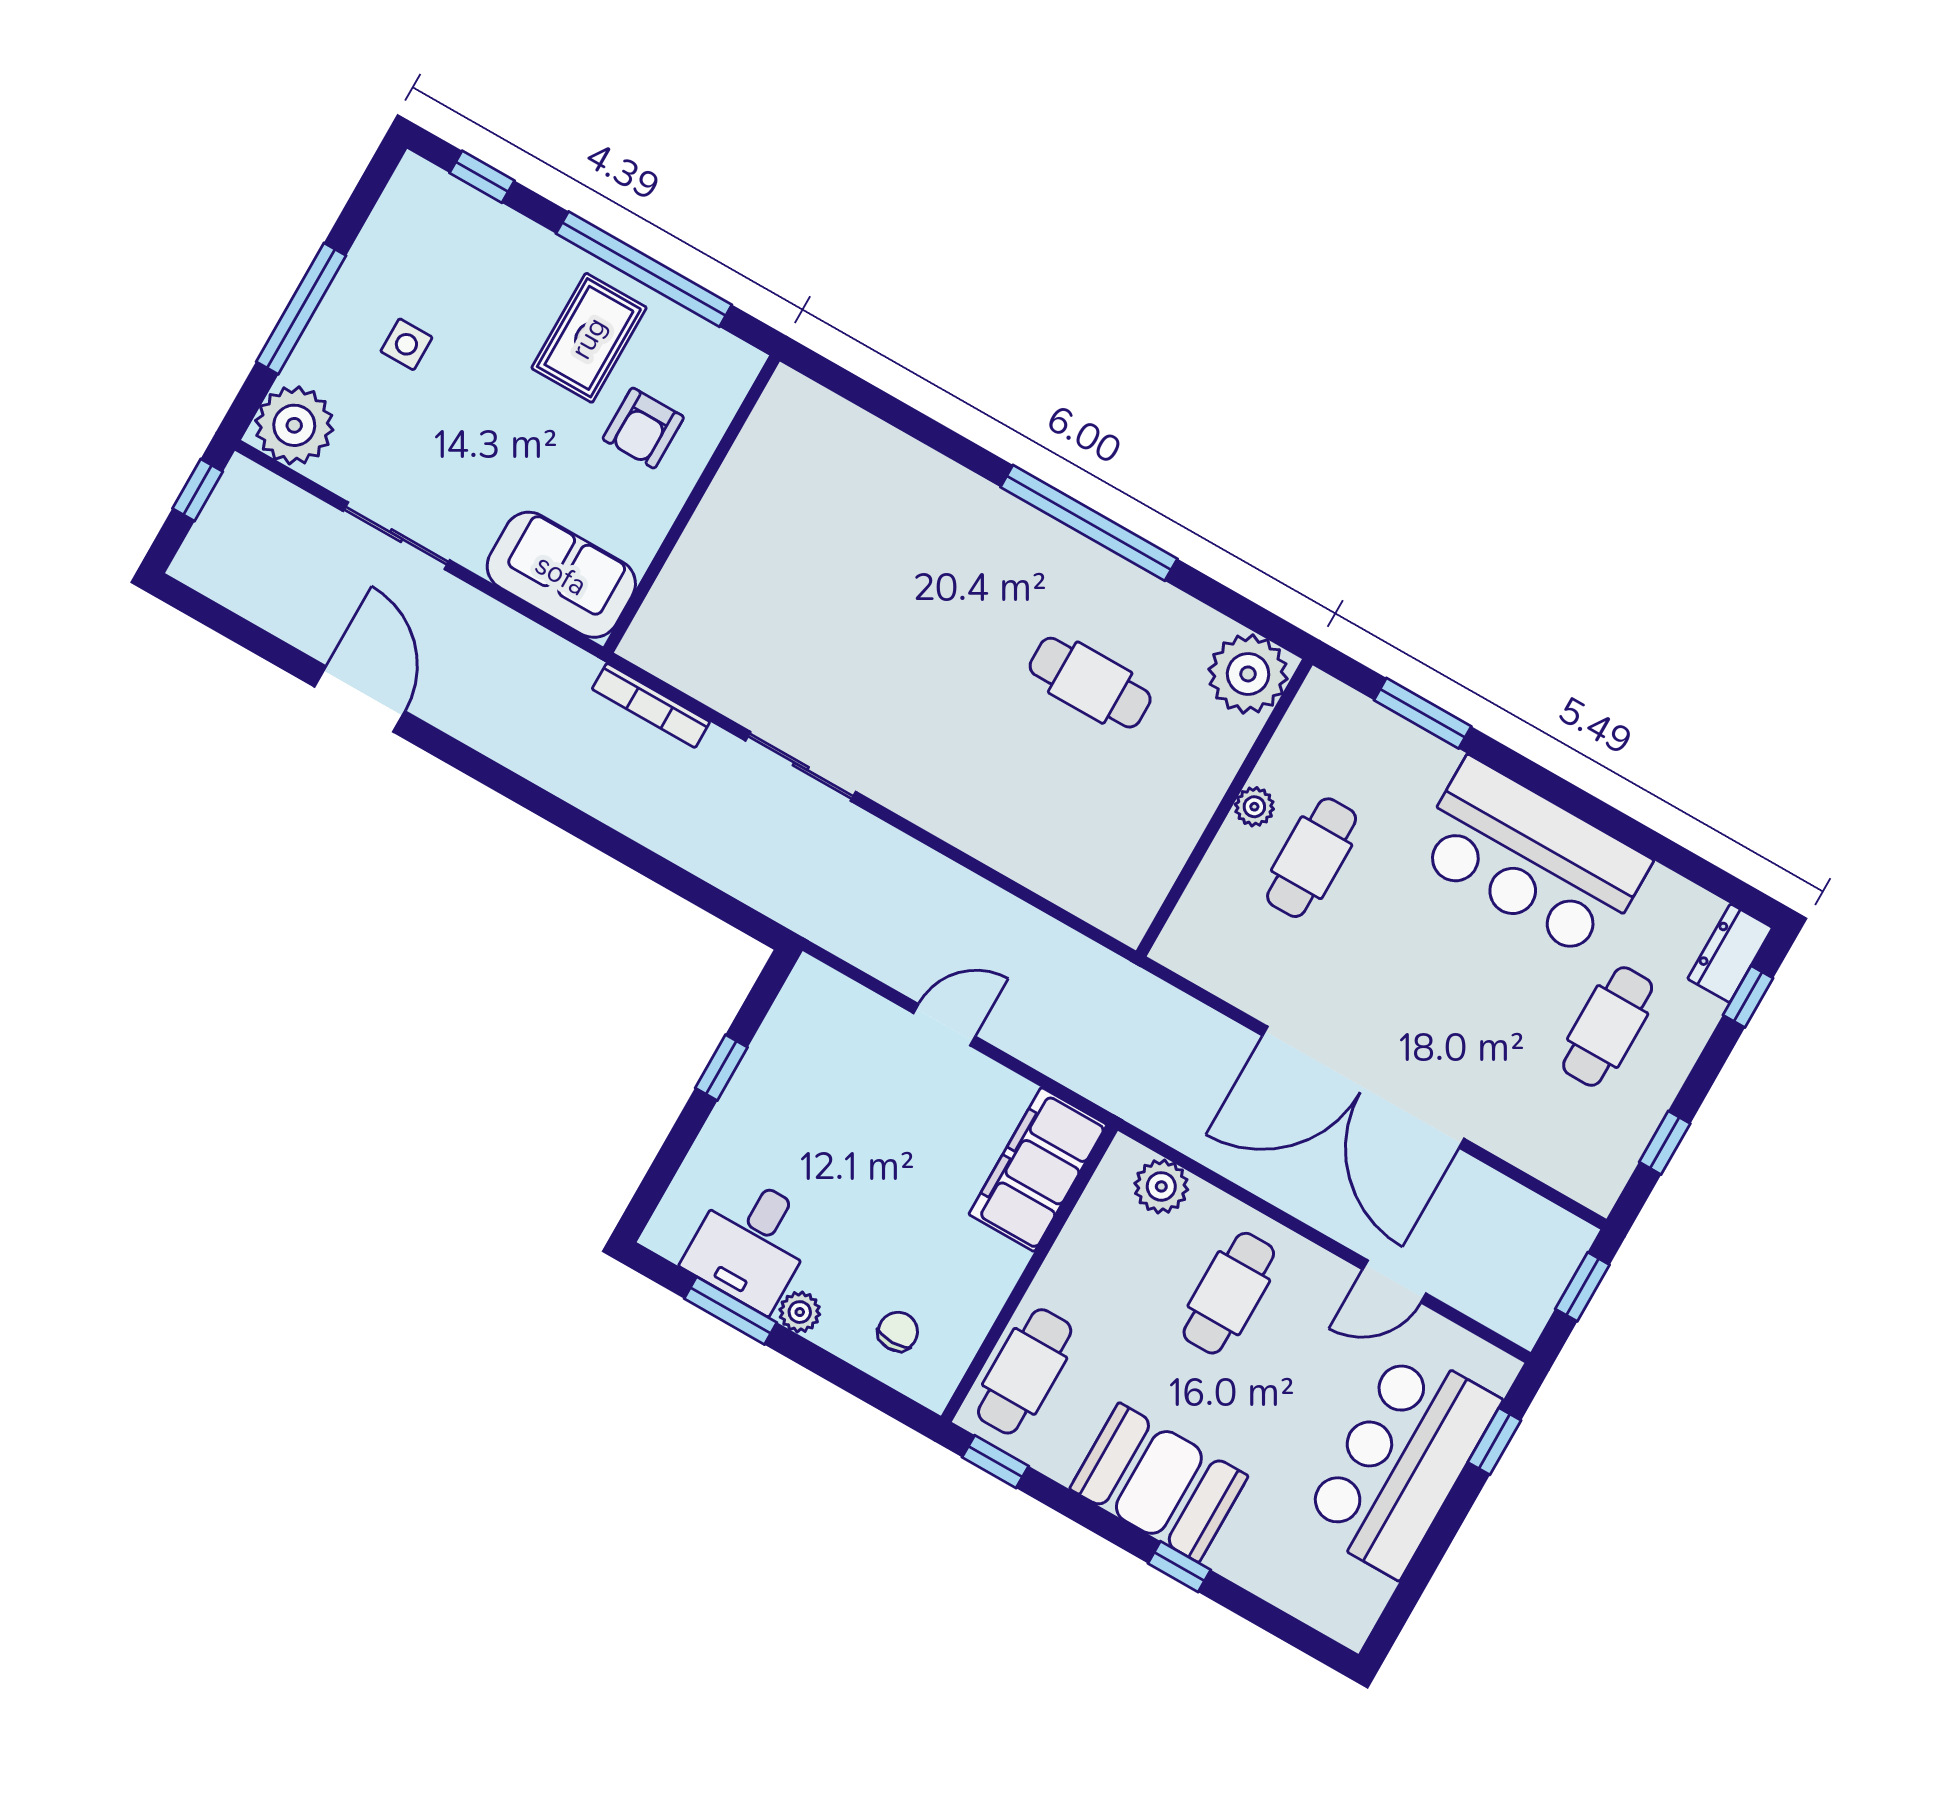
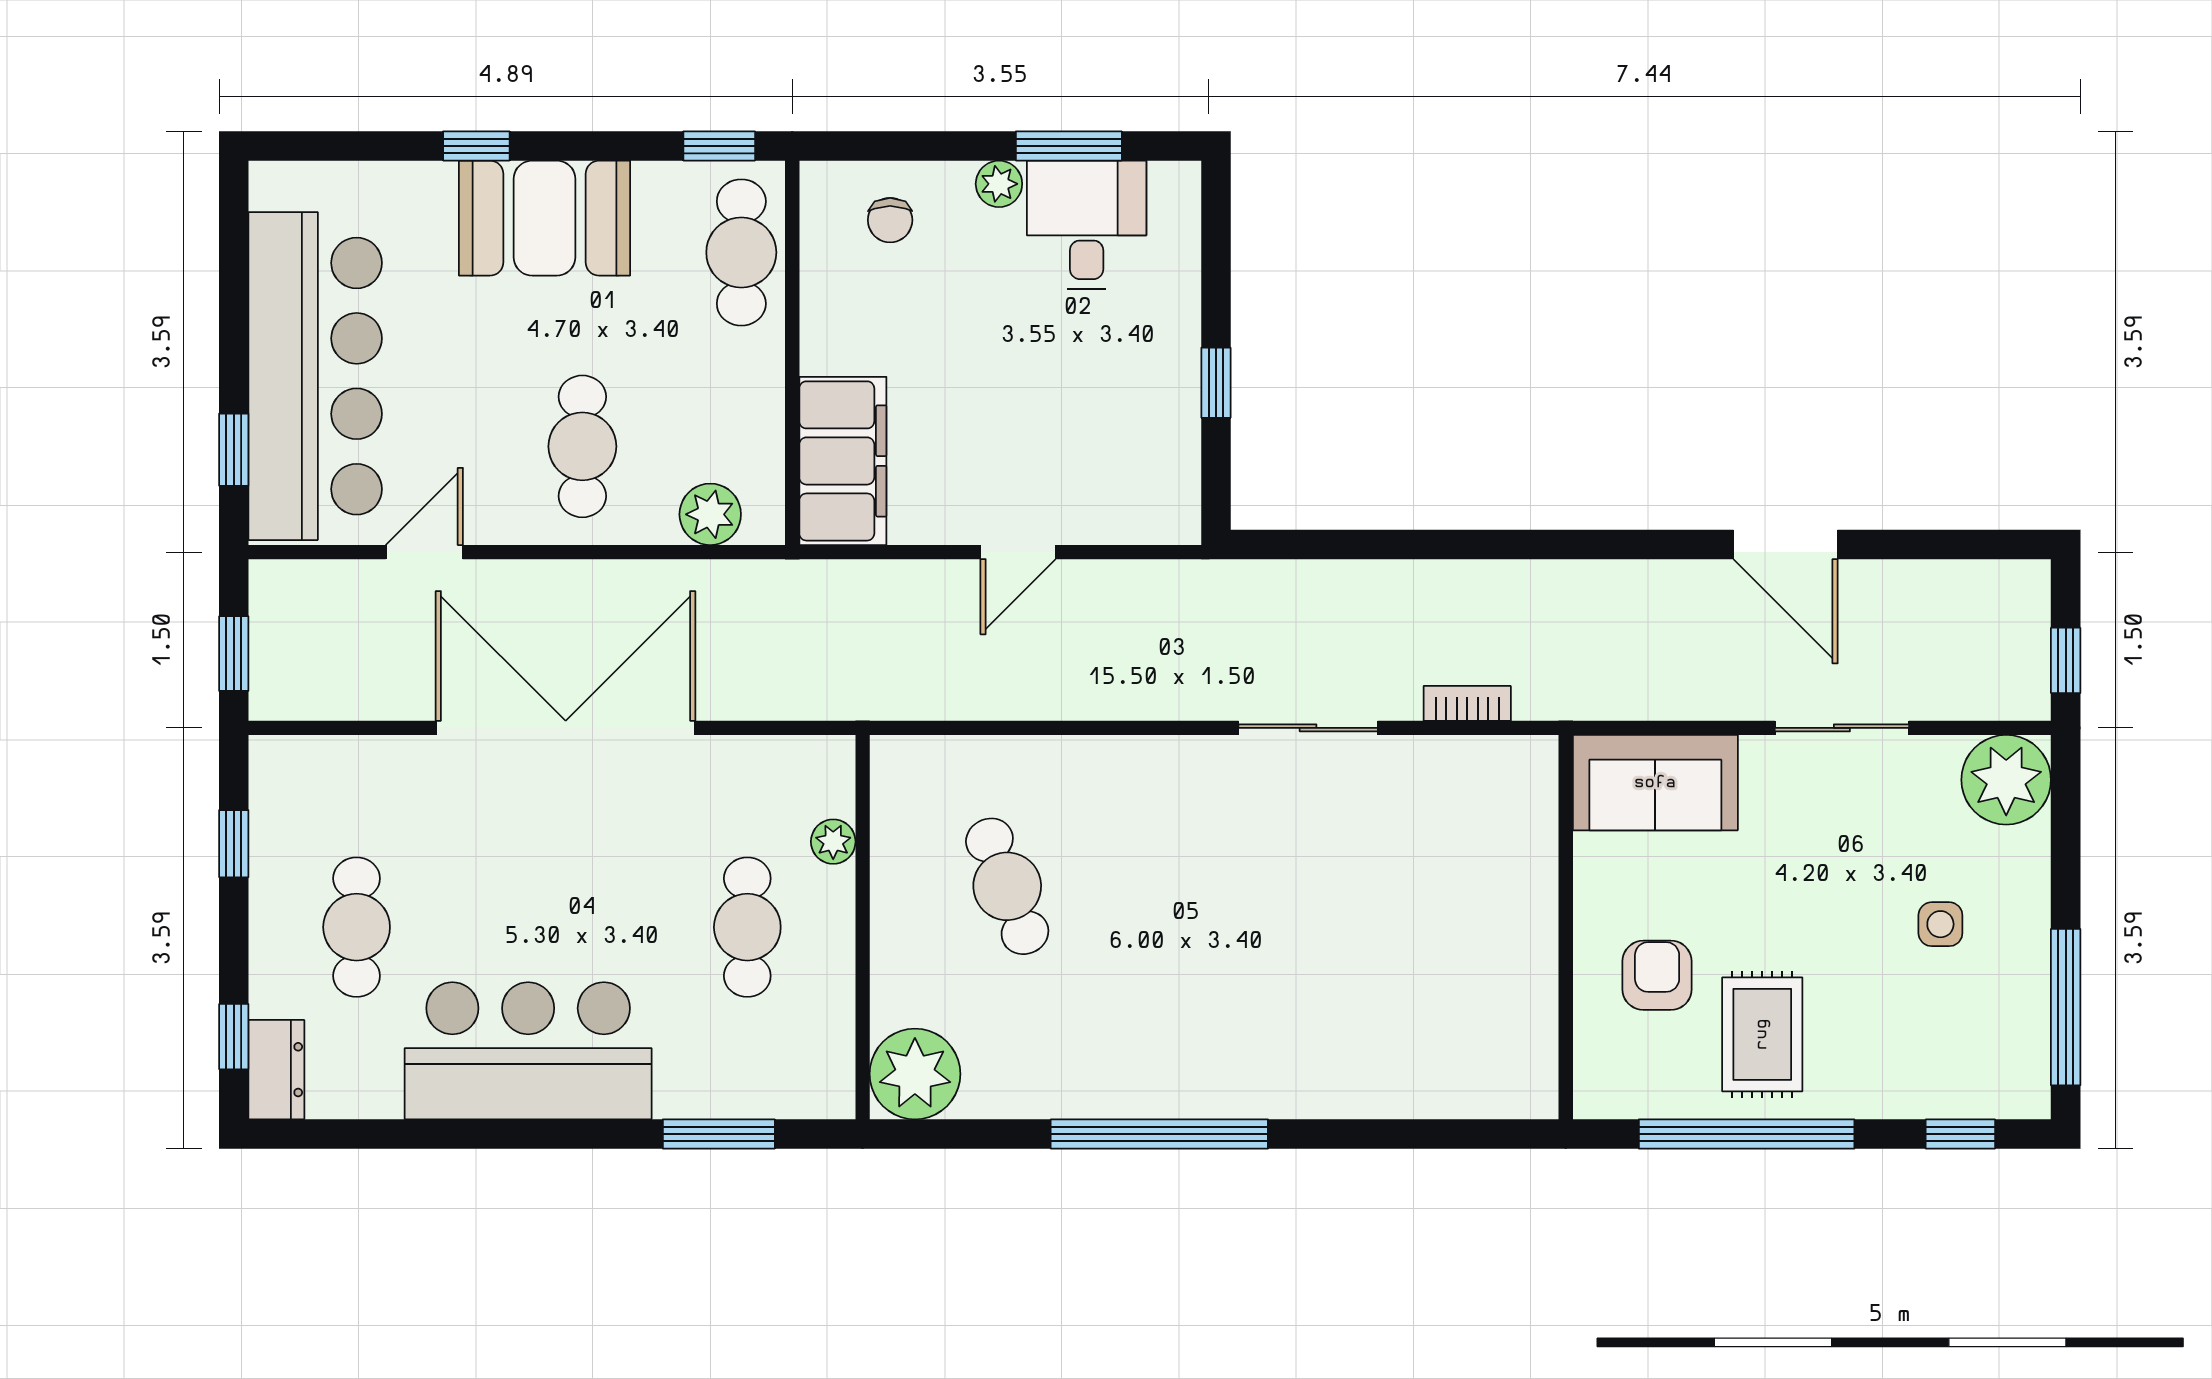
window: (301, 309) -> (2066, 1007), moved
cafe table: (1090, 683) -> (1007, 886), moved, turned 69
bookcase: (651, 705) -> (1467, 703), width x0.64
plant: (1254, 807) -> (833, 842), moved
bar counter: (1401, 1462) -> (315, 376), width x1.36

